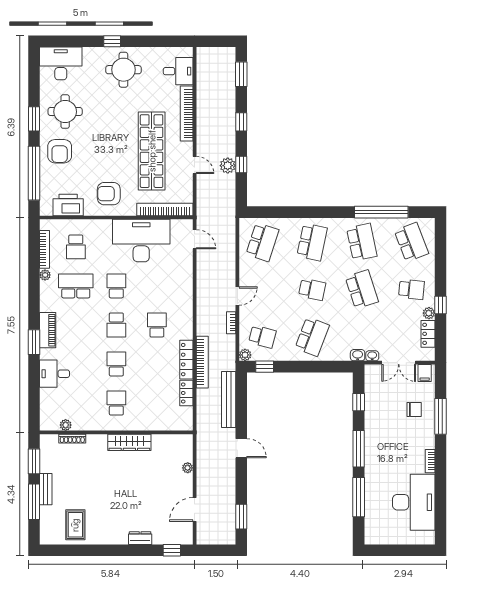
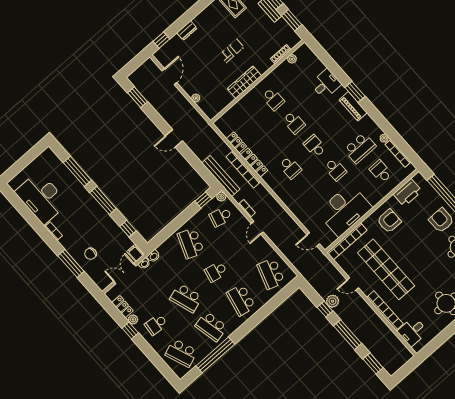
window: (241, 122) -> (348, 335), width x2.17
filing cabinet: (425, 373) -> (135, 253), moved
bench: (229, 400) -> (221, 176), moved

